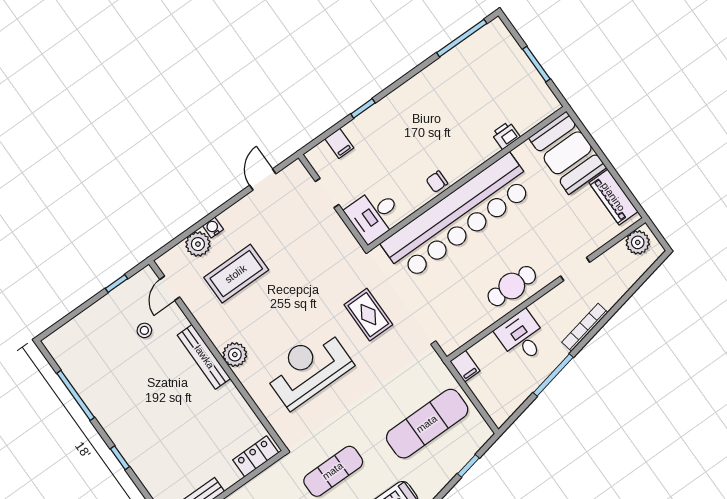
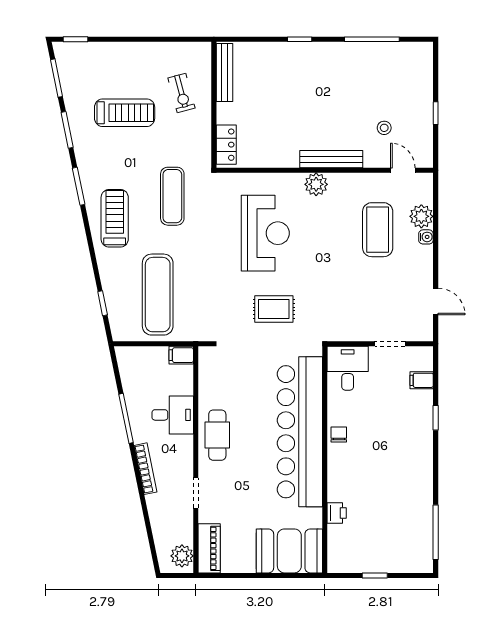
window: (536, 64) -> (375, 575), width x0.67
piano: (613, 197) -> (209, 548), moved, turned 90
window: (116, 283) -> (436, 113), moved

